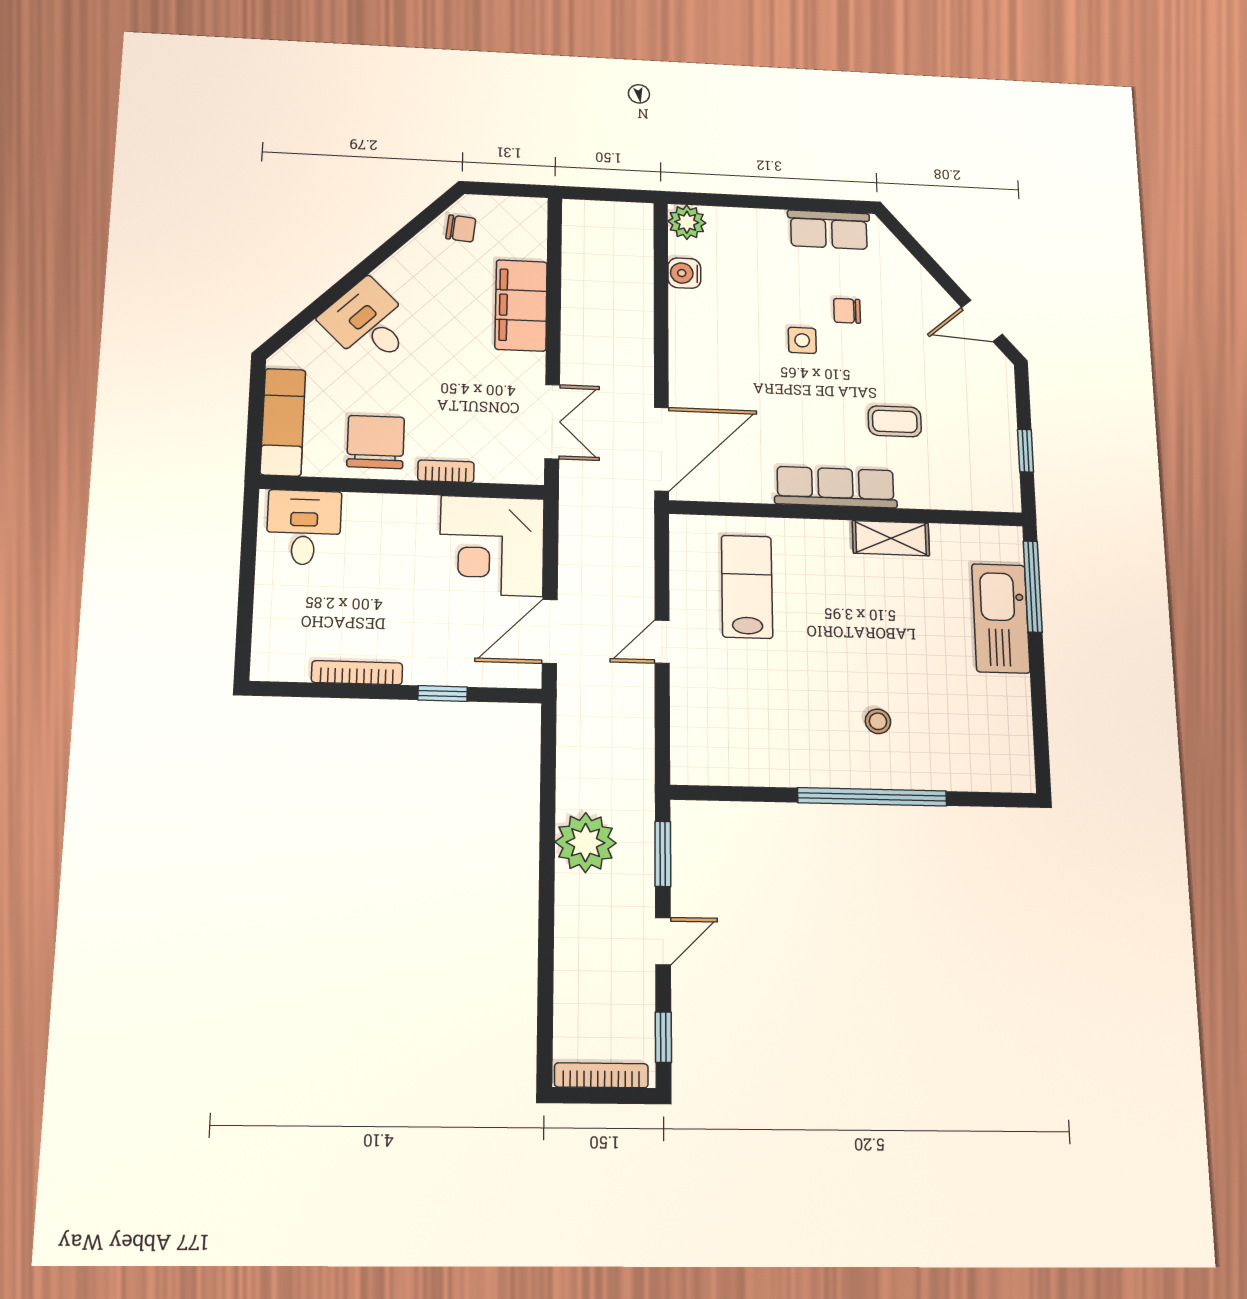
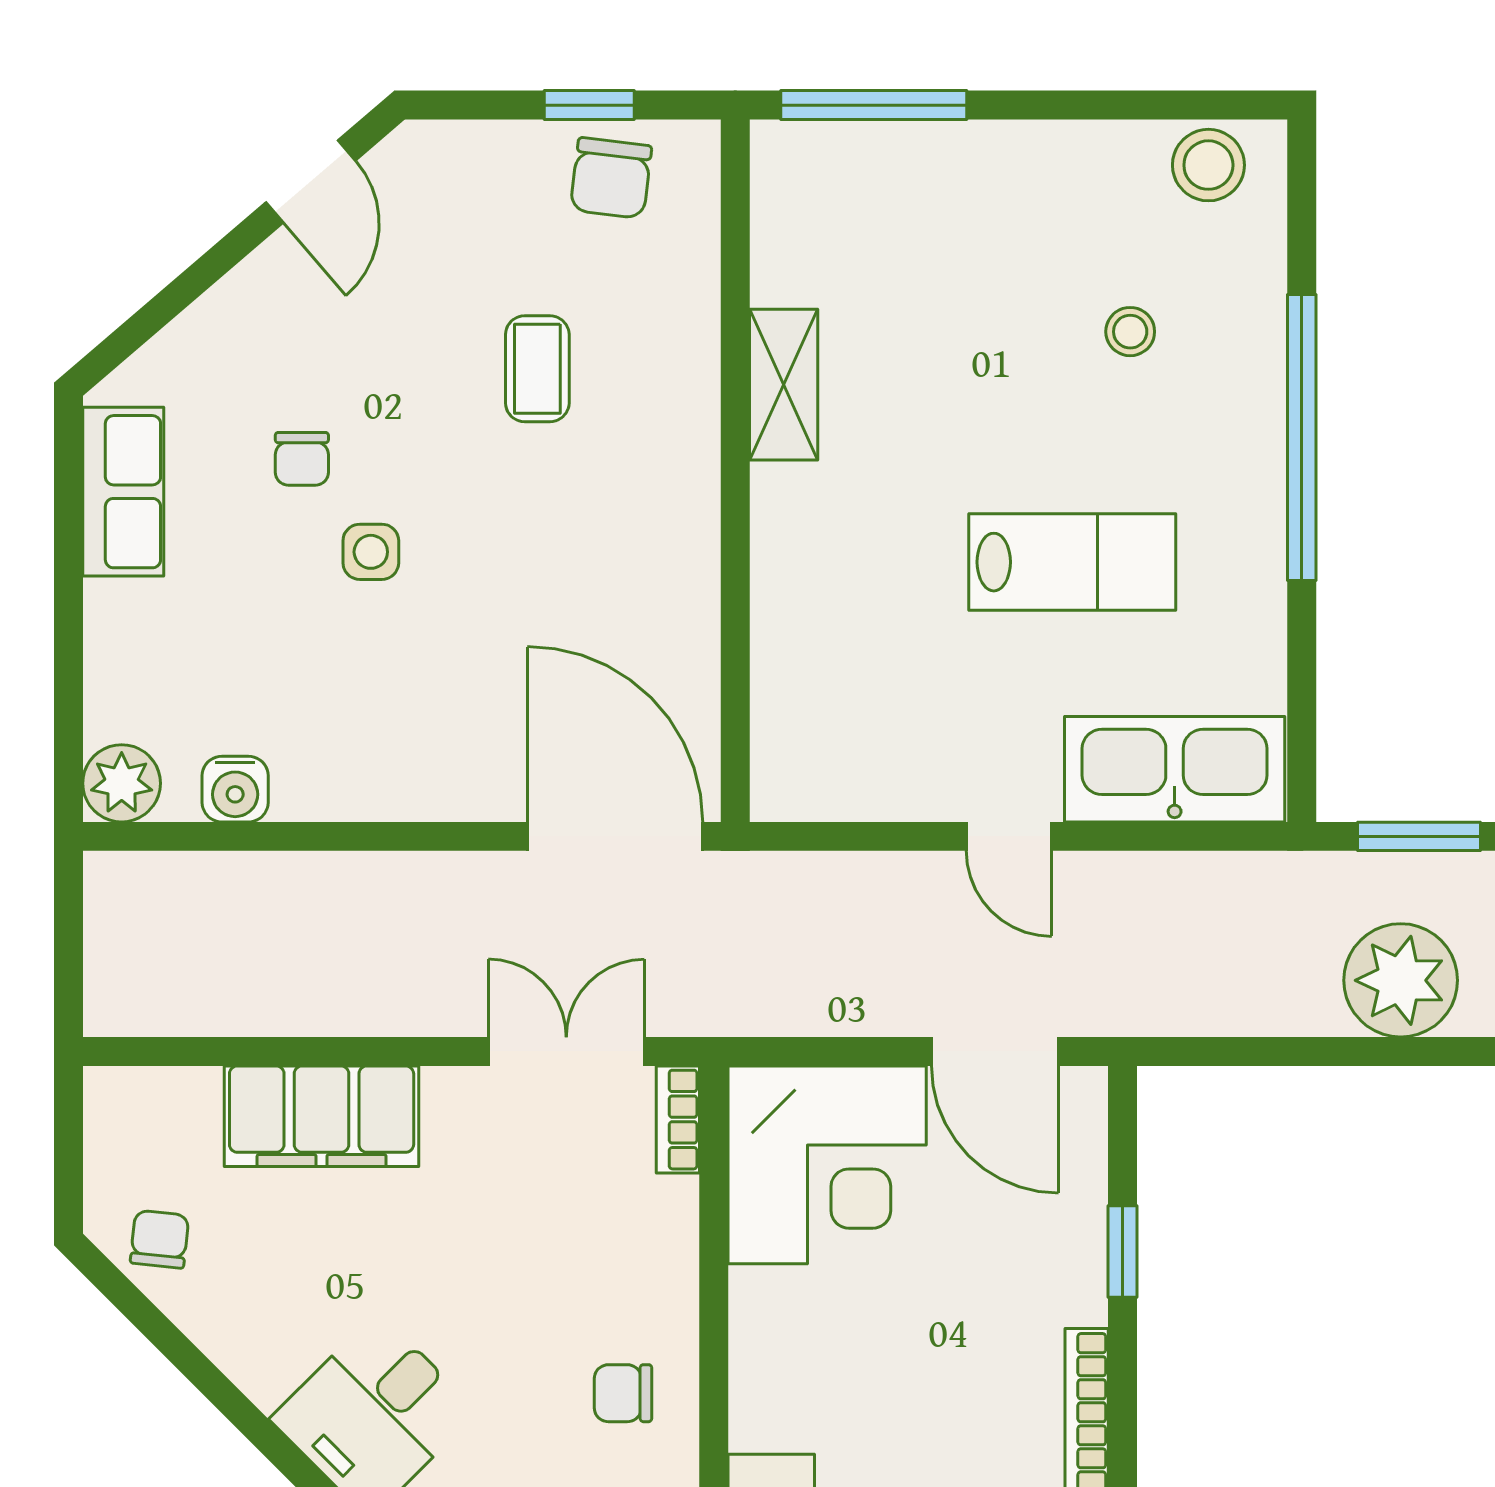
chair: (376, 442) -> (623, 1393), width x0.54, depth x0.54
chair: (990, 459) -> (611, 178), added
bookcase: (446, 471) -> (678, 1120), moved
row of seats: (836, 487) -> (682, 492), removed
lab bench: (747, 587) -> (1072, 562), moved, turned 180
kitchen sink: (1001, 618) -> (1175, 769), moved, turned 180
stool: (878, 721) -> (1130, 332), moved
stool: (1011, 752) -> (1208, 165), added

